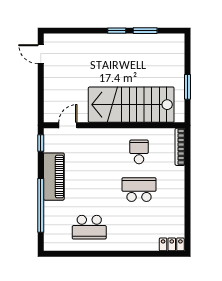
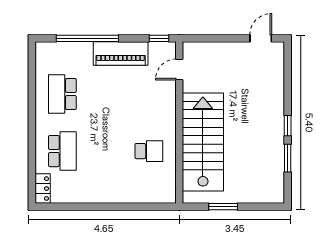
door: (68, 125) -> (179, 70), swing flipped
bookcase: (180, 147) -> (155, 198), removed
school desk: (139, 190) -> (62, 151), moved

